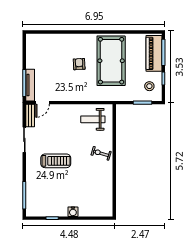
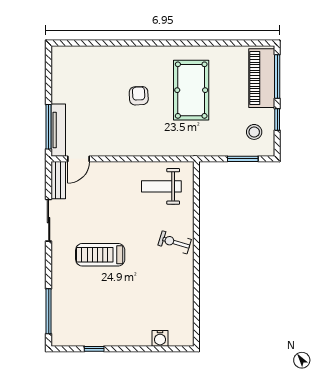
pool table: (111, 61) -> (191, 90), width x0.73, depth x0.76
treadmill: (56, 161) -> (100, 255), turned 180
water cooler: (73, 212) -> (160, 338), moved

